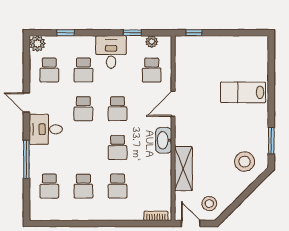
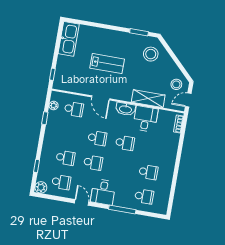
kitchen sink: (246, 46) -> (69, 39), added
desk: (111, 52) -> (145, 119), moved, turned 90
lab bench: (243, 92) -> (107, 64), moved, turned -90
door: (26, 102) -> (82, 202), swing flipped
school desk: (118, 186) -> (153, 148), removed

